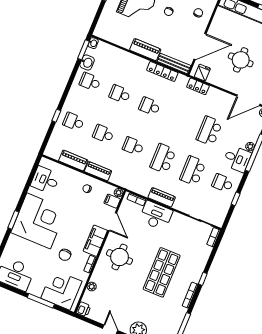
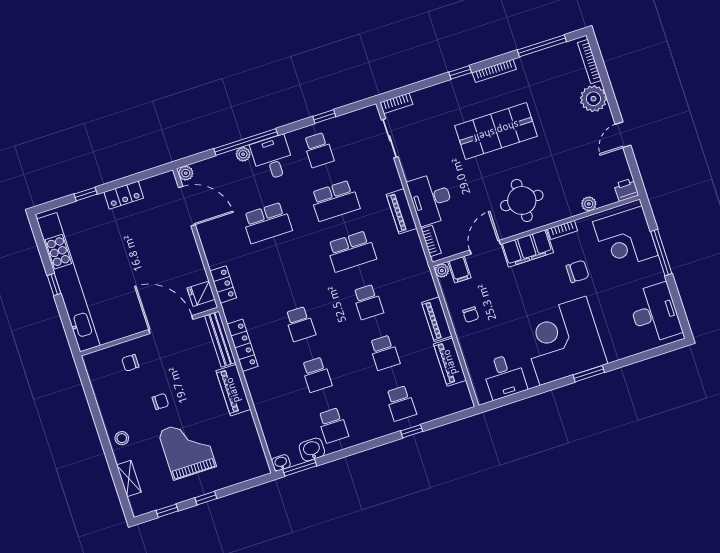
round table: (241, 60) -> (144, 259), removed

